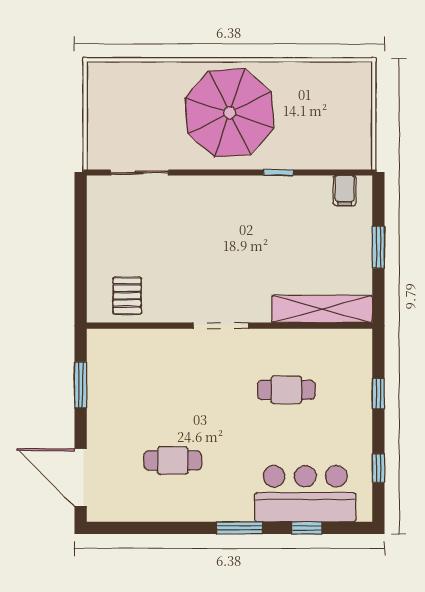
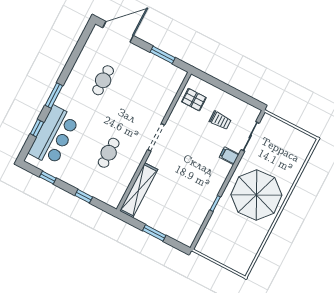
filing cabinet: (345, 191) -> (229, 156), moved
trolley: (138, 235) -> (220, 120), added

